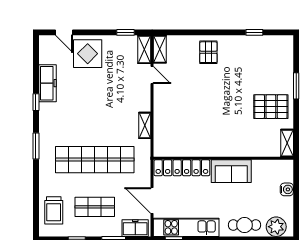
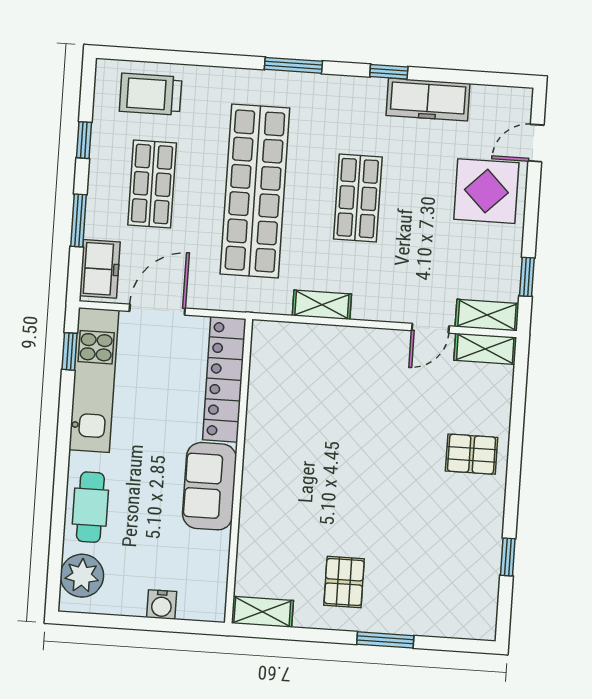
pallet: (271, 107) -> (344, 582), width x0.67, depth x0.71
shop shelf: (95, 112) -> (358, 198), added

